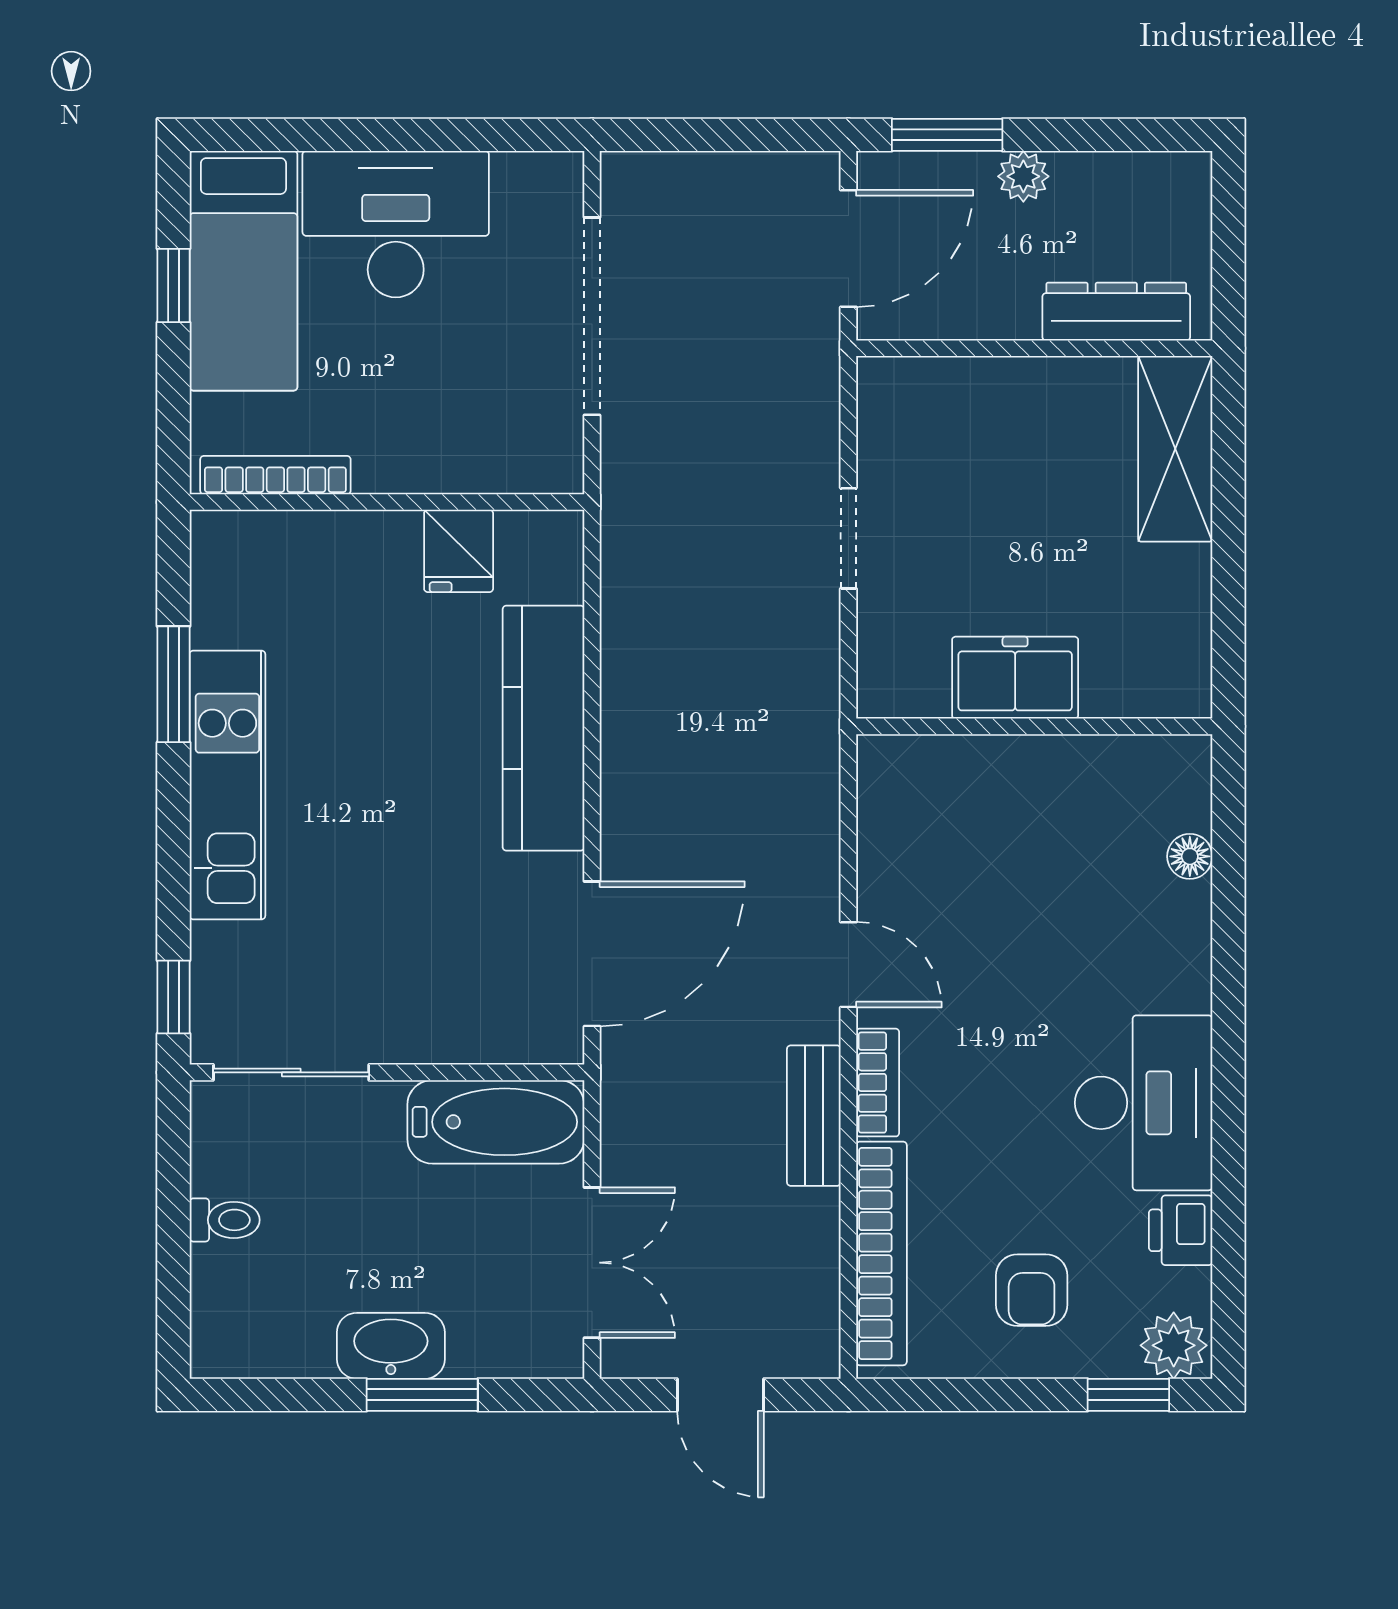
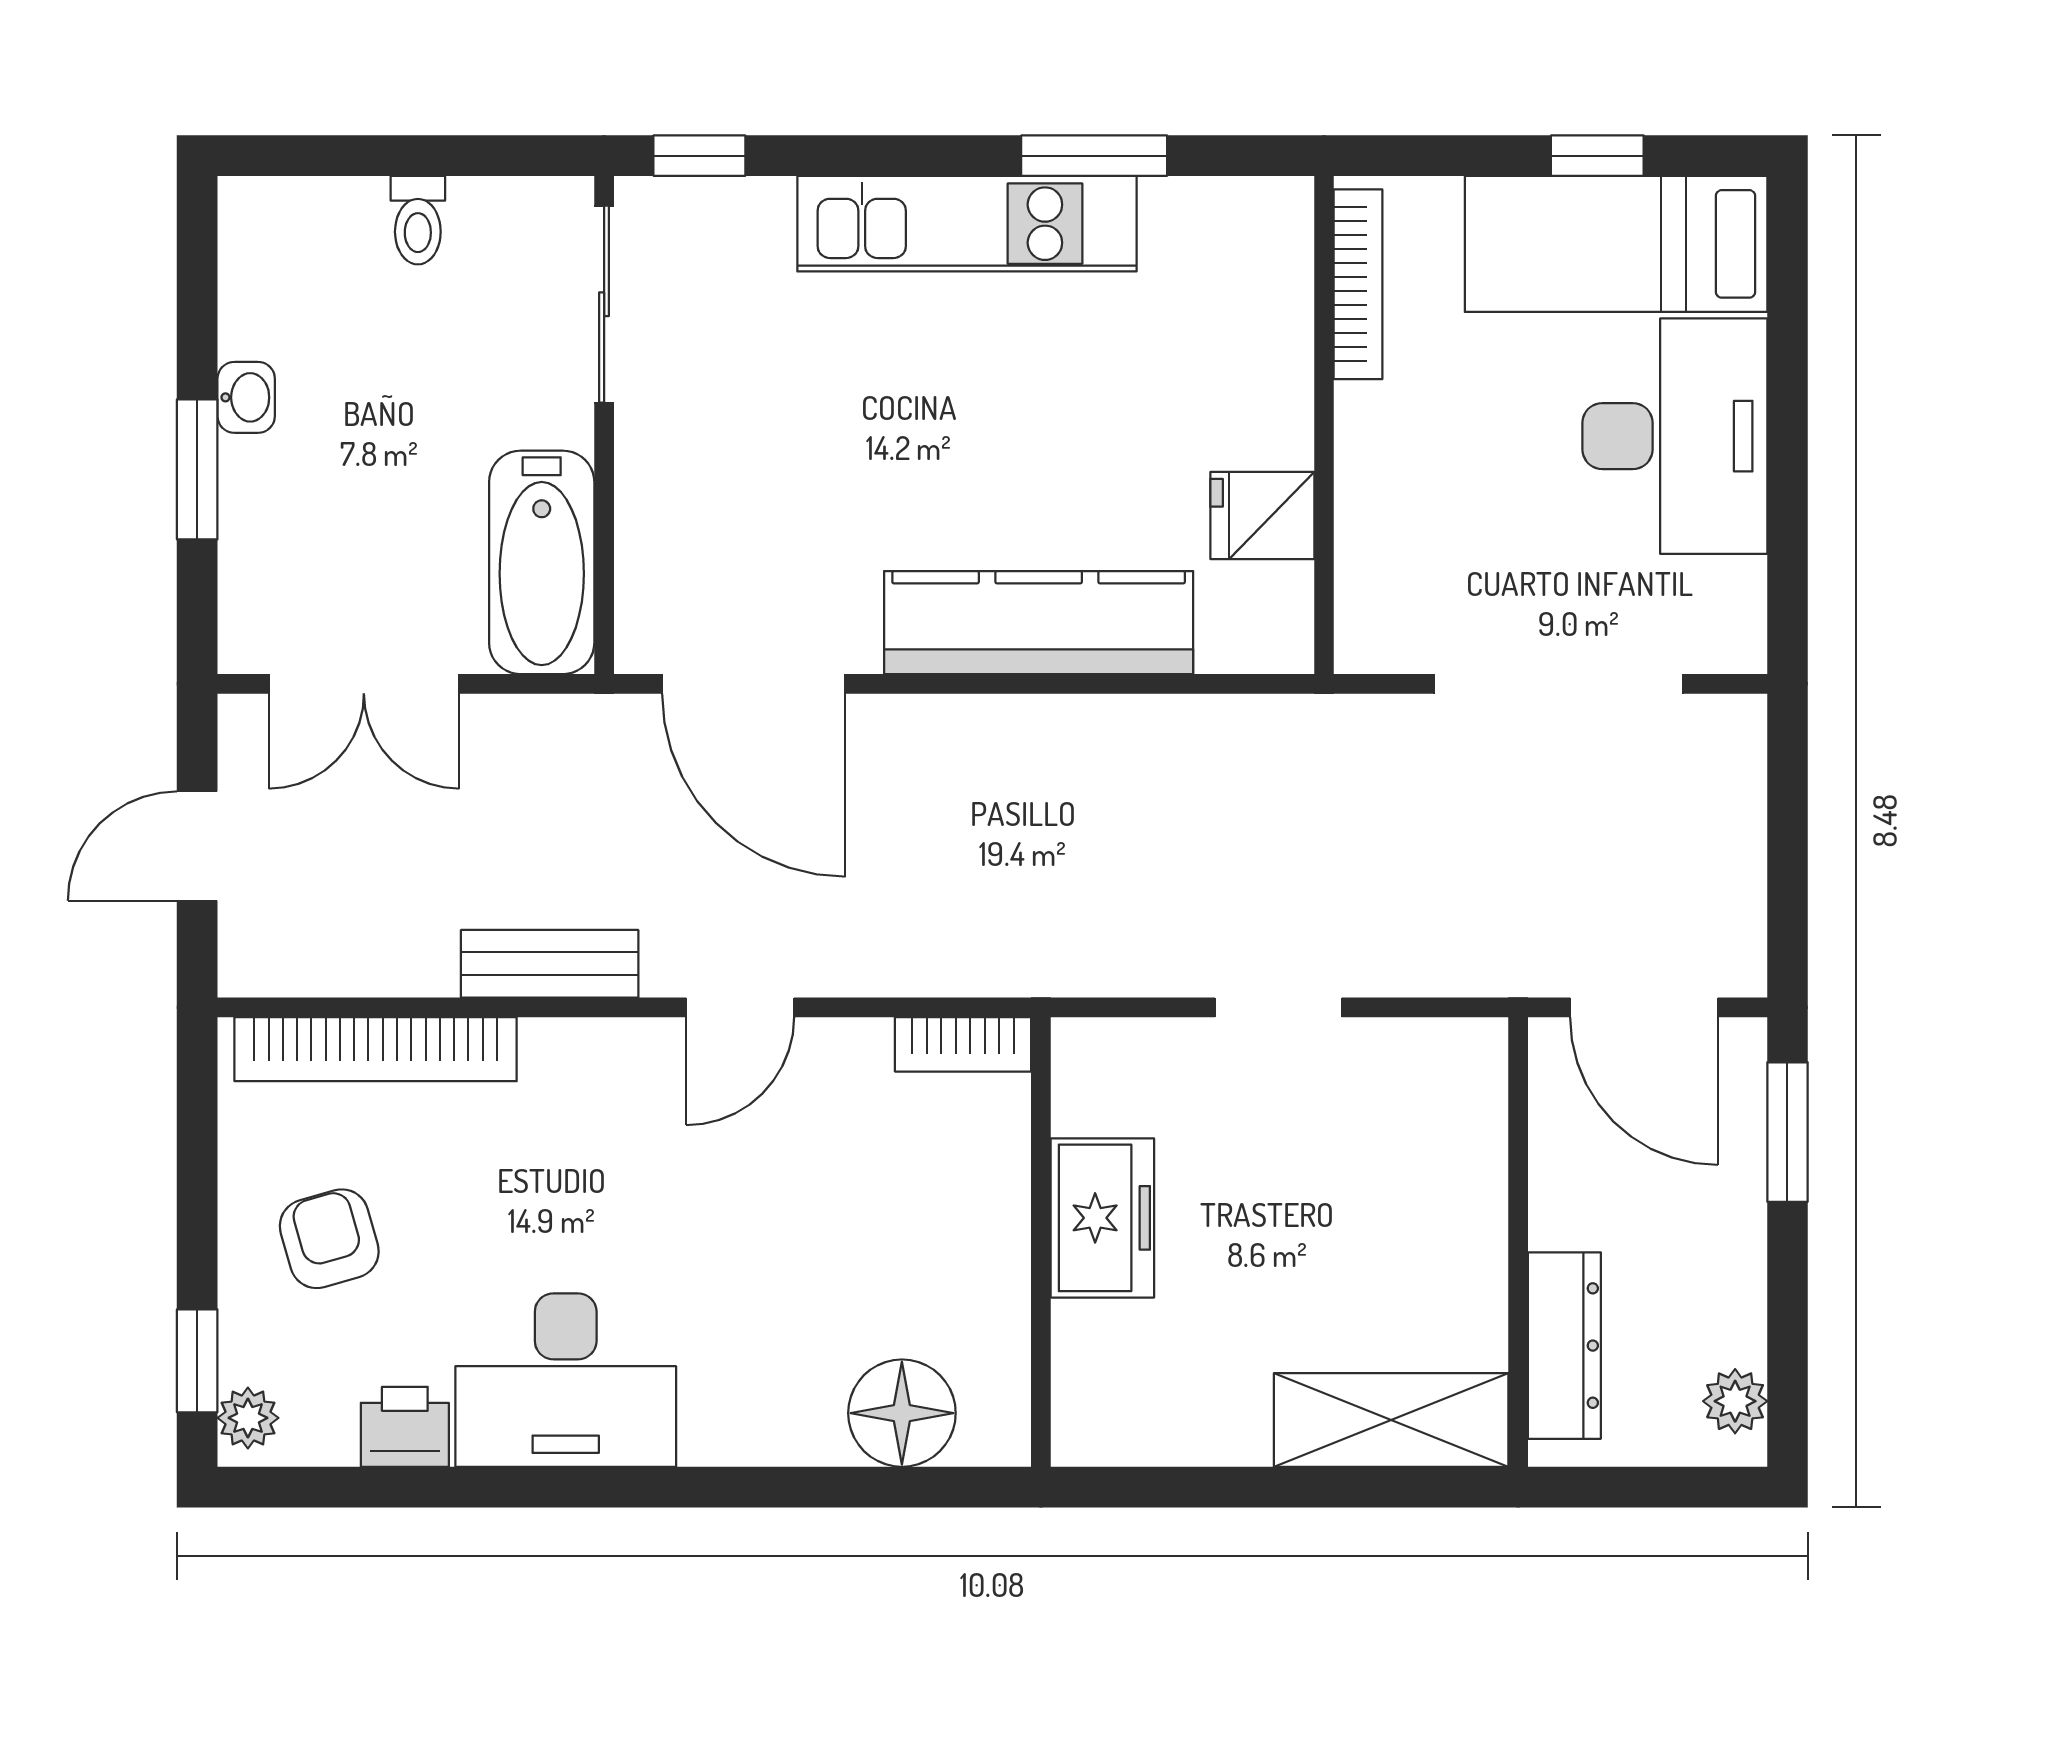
plant: (1023, 176) -> (1735, 1401), moved
floor lamp: (1190, 856) -> (902, 1413), width x1.89, depth x1.89
bookcase: (878, 1083) -> (963, 1044), moved
armchair: (1032, 1290) -> (329, 1239), turned 74
plant: (1174, 1345) -> (248, 1418), width x0.73, depth x0.73
washbasin: (391, 1346) -> (246, 397), width x0.52, depth x0.69

